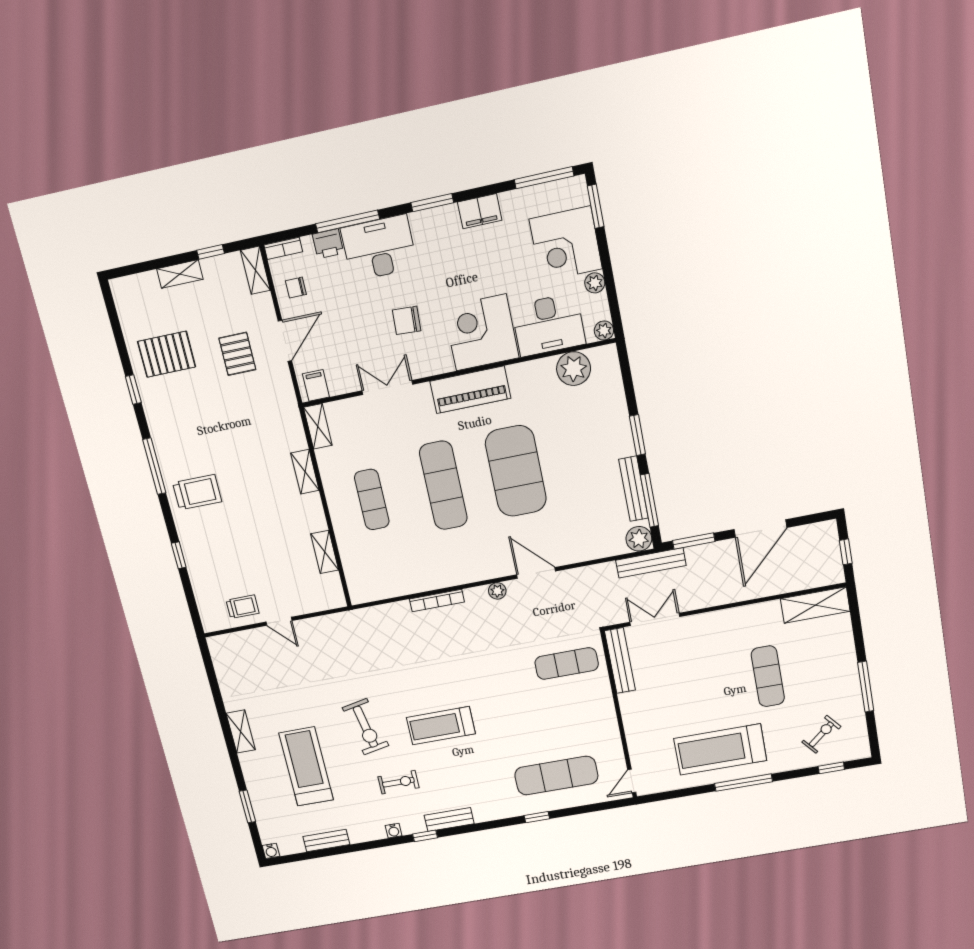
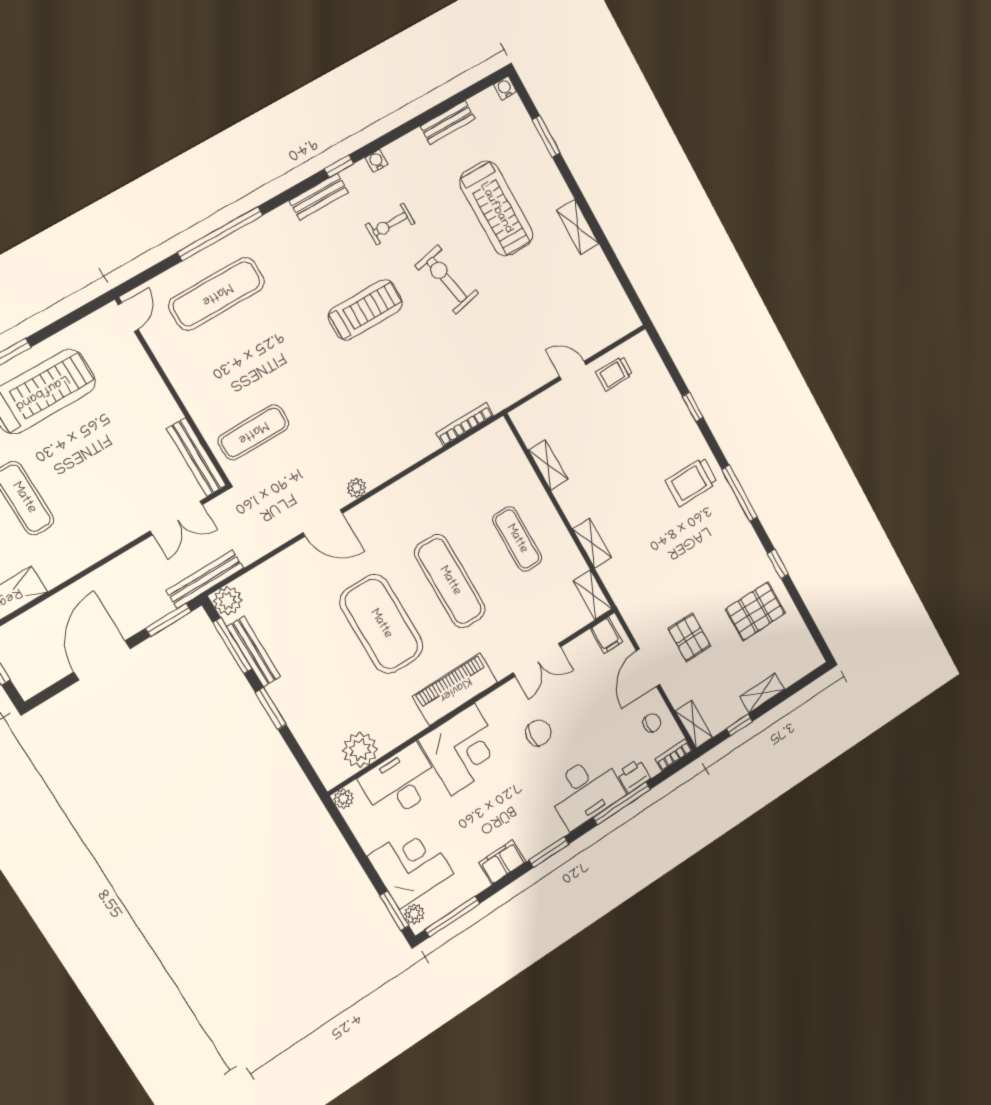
plant: (595, 283) -> (414, 914), moved
bookcase: (437, 600) -> (465, 424), moved
window: (537, 817) -> (220, 234), width x3.17

